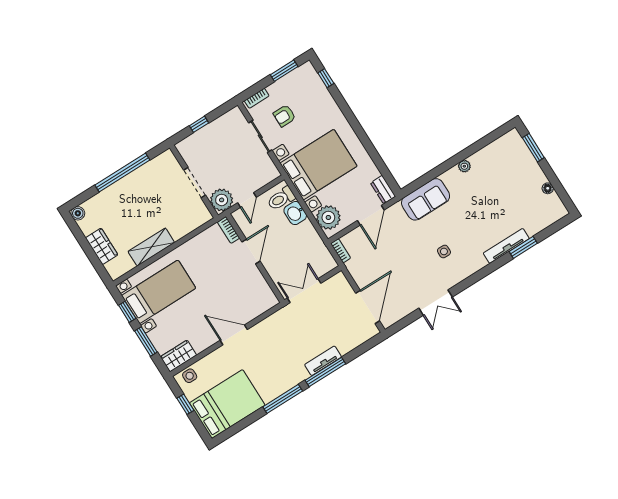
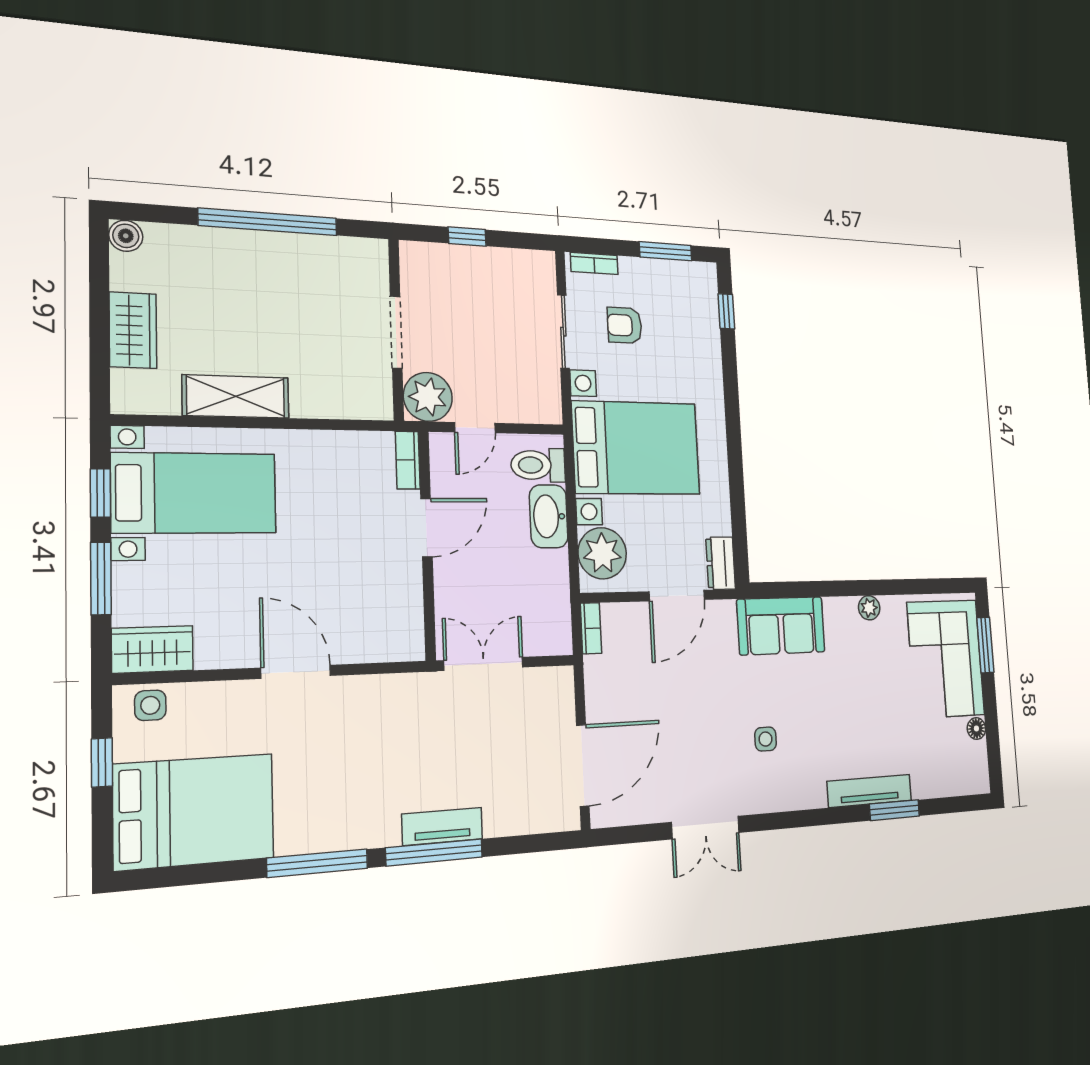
corner sofa: (515, 166) -> (946, 659), added
washbasin: (295, 213) -> (549, 516), width x1.38

